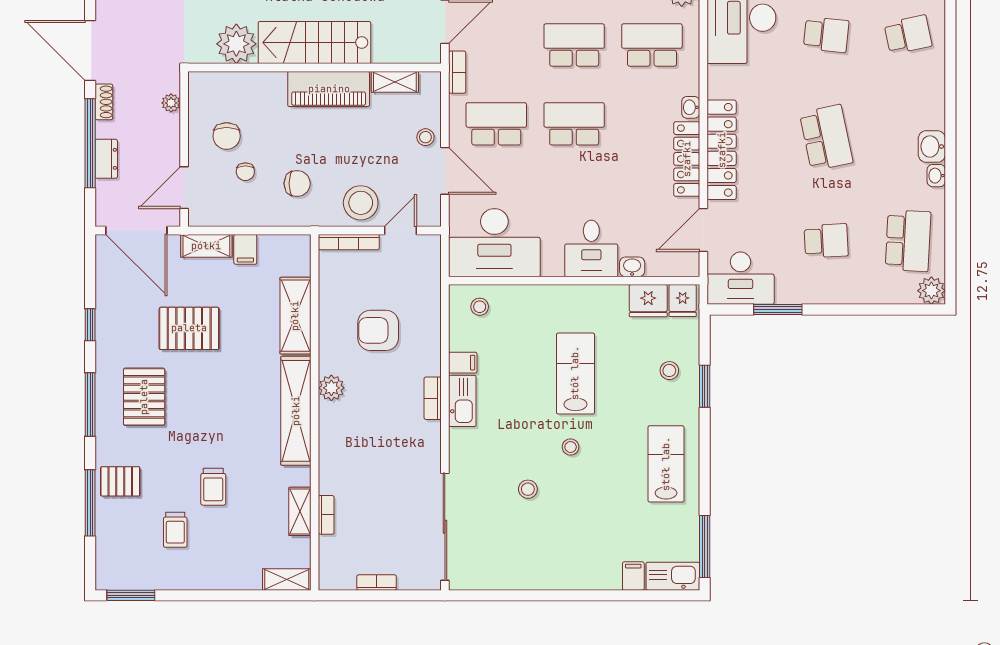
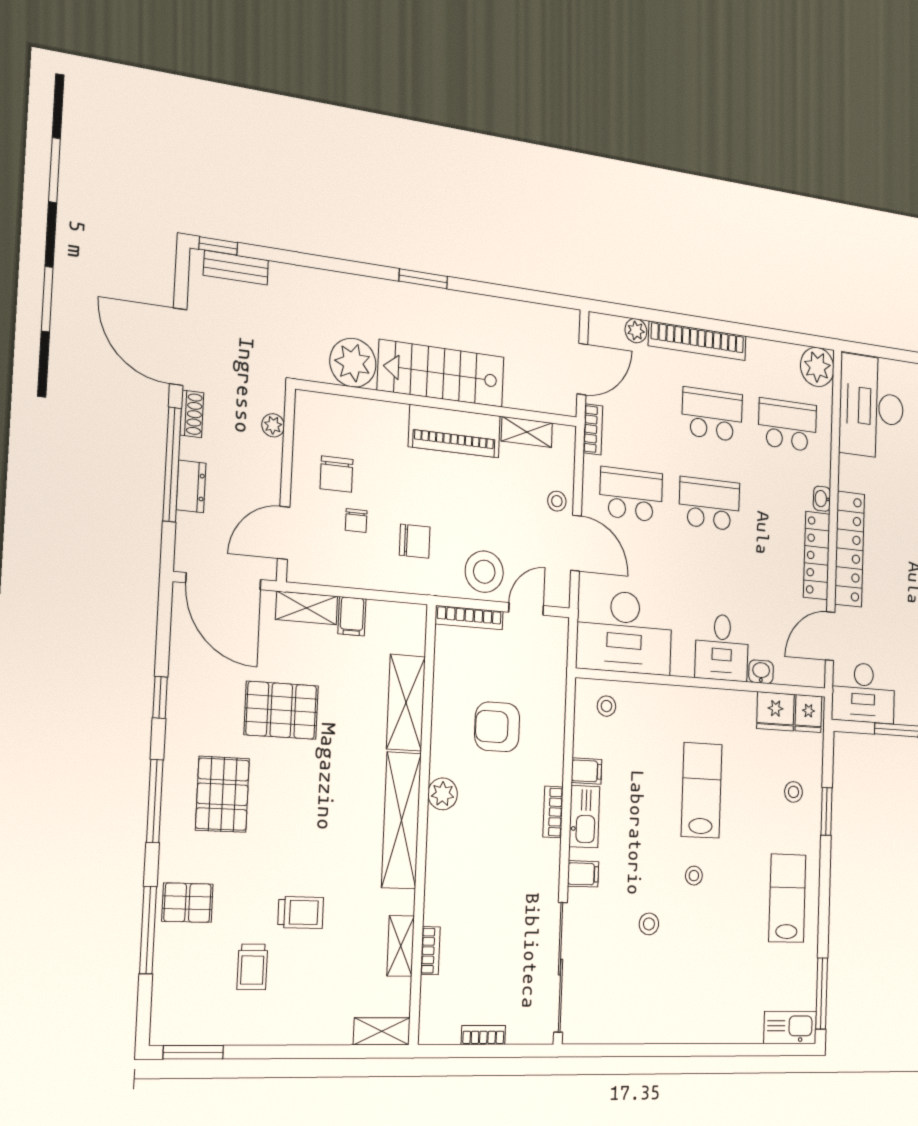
trolley: (213, 487) -> (301, 912), turned -90
filing cabinet: (633, 576) -> (583, 874), moved, turned 90

